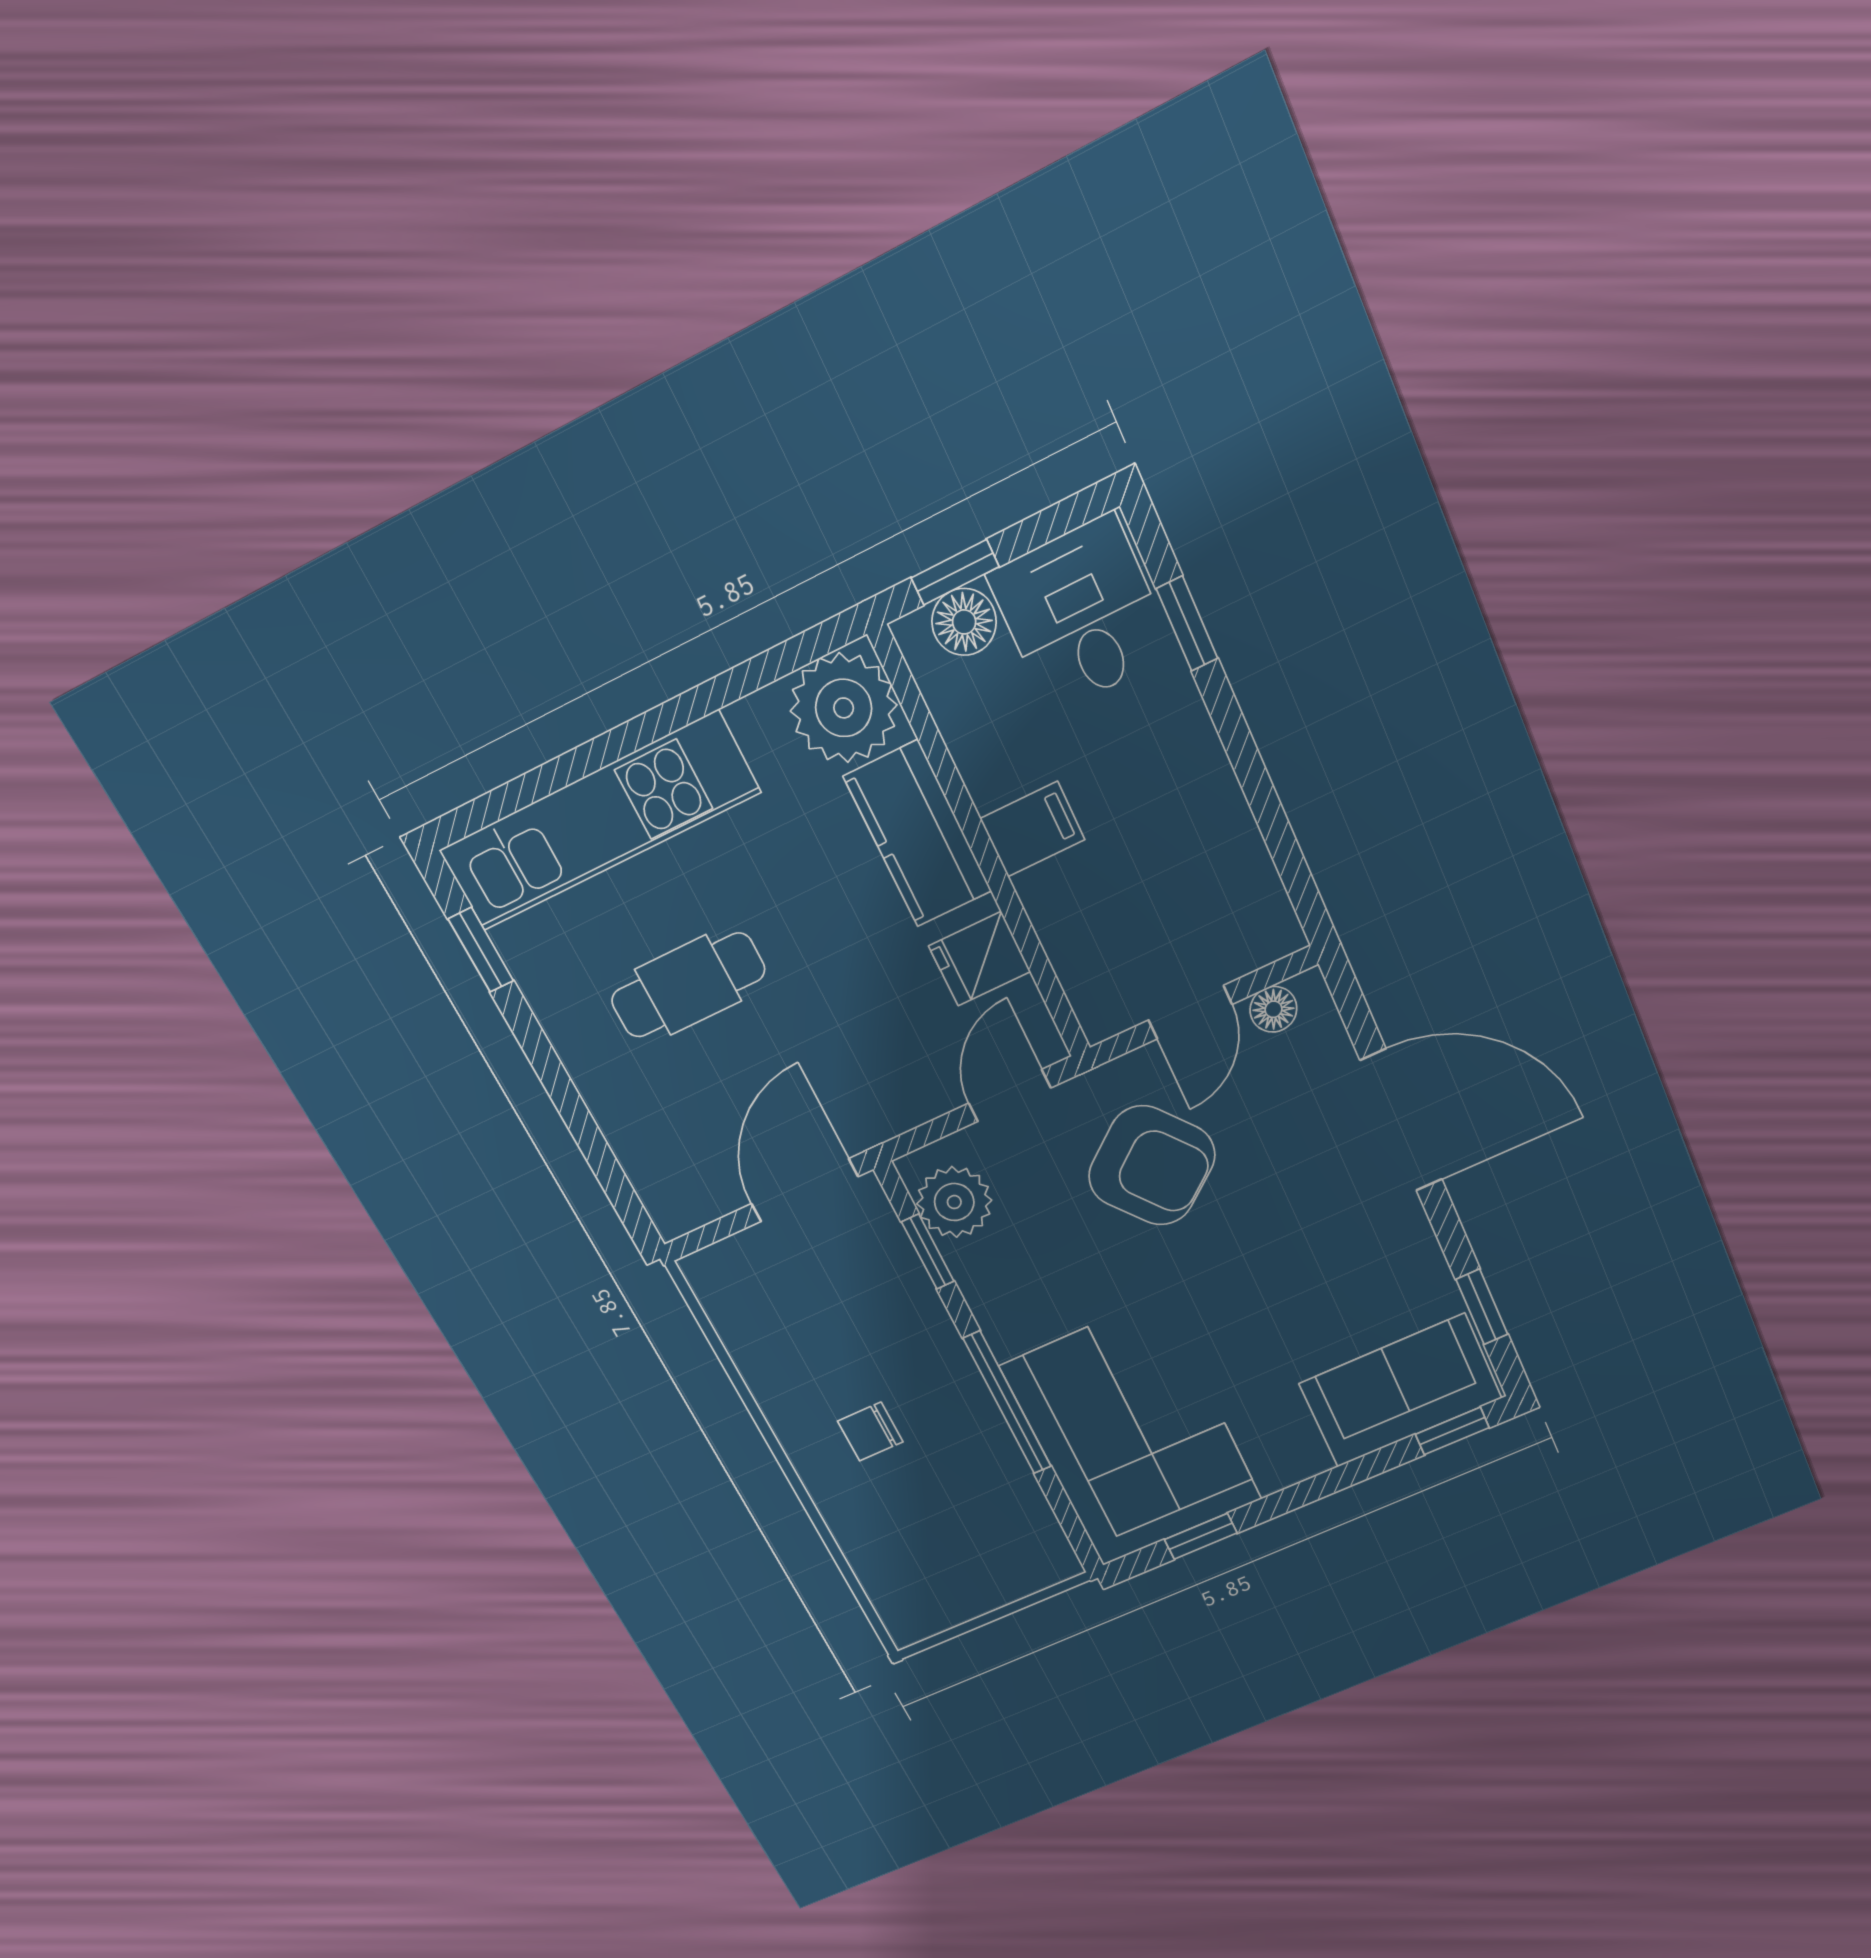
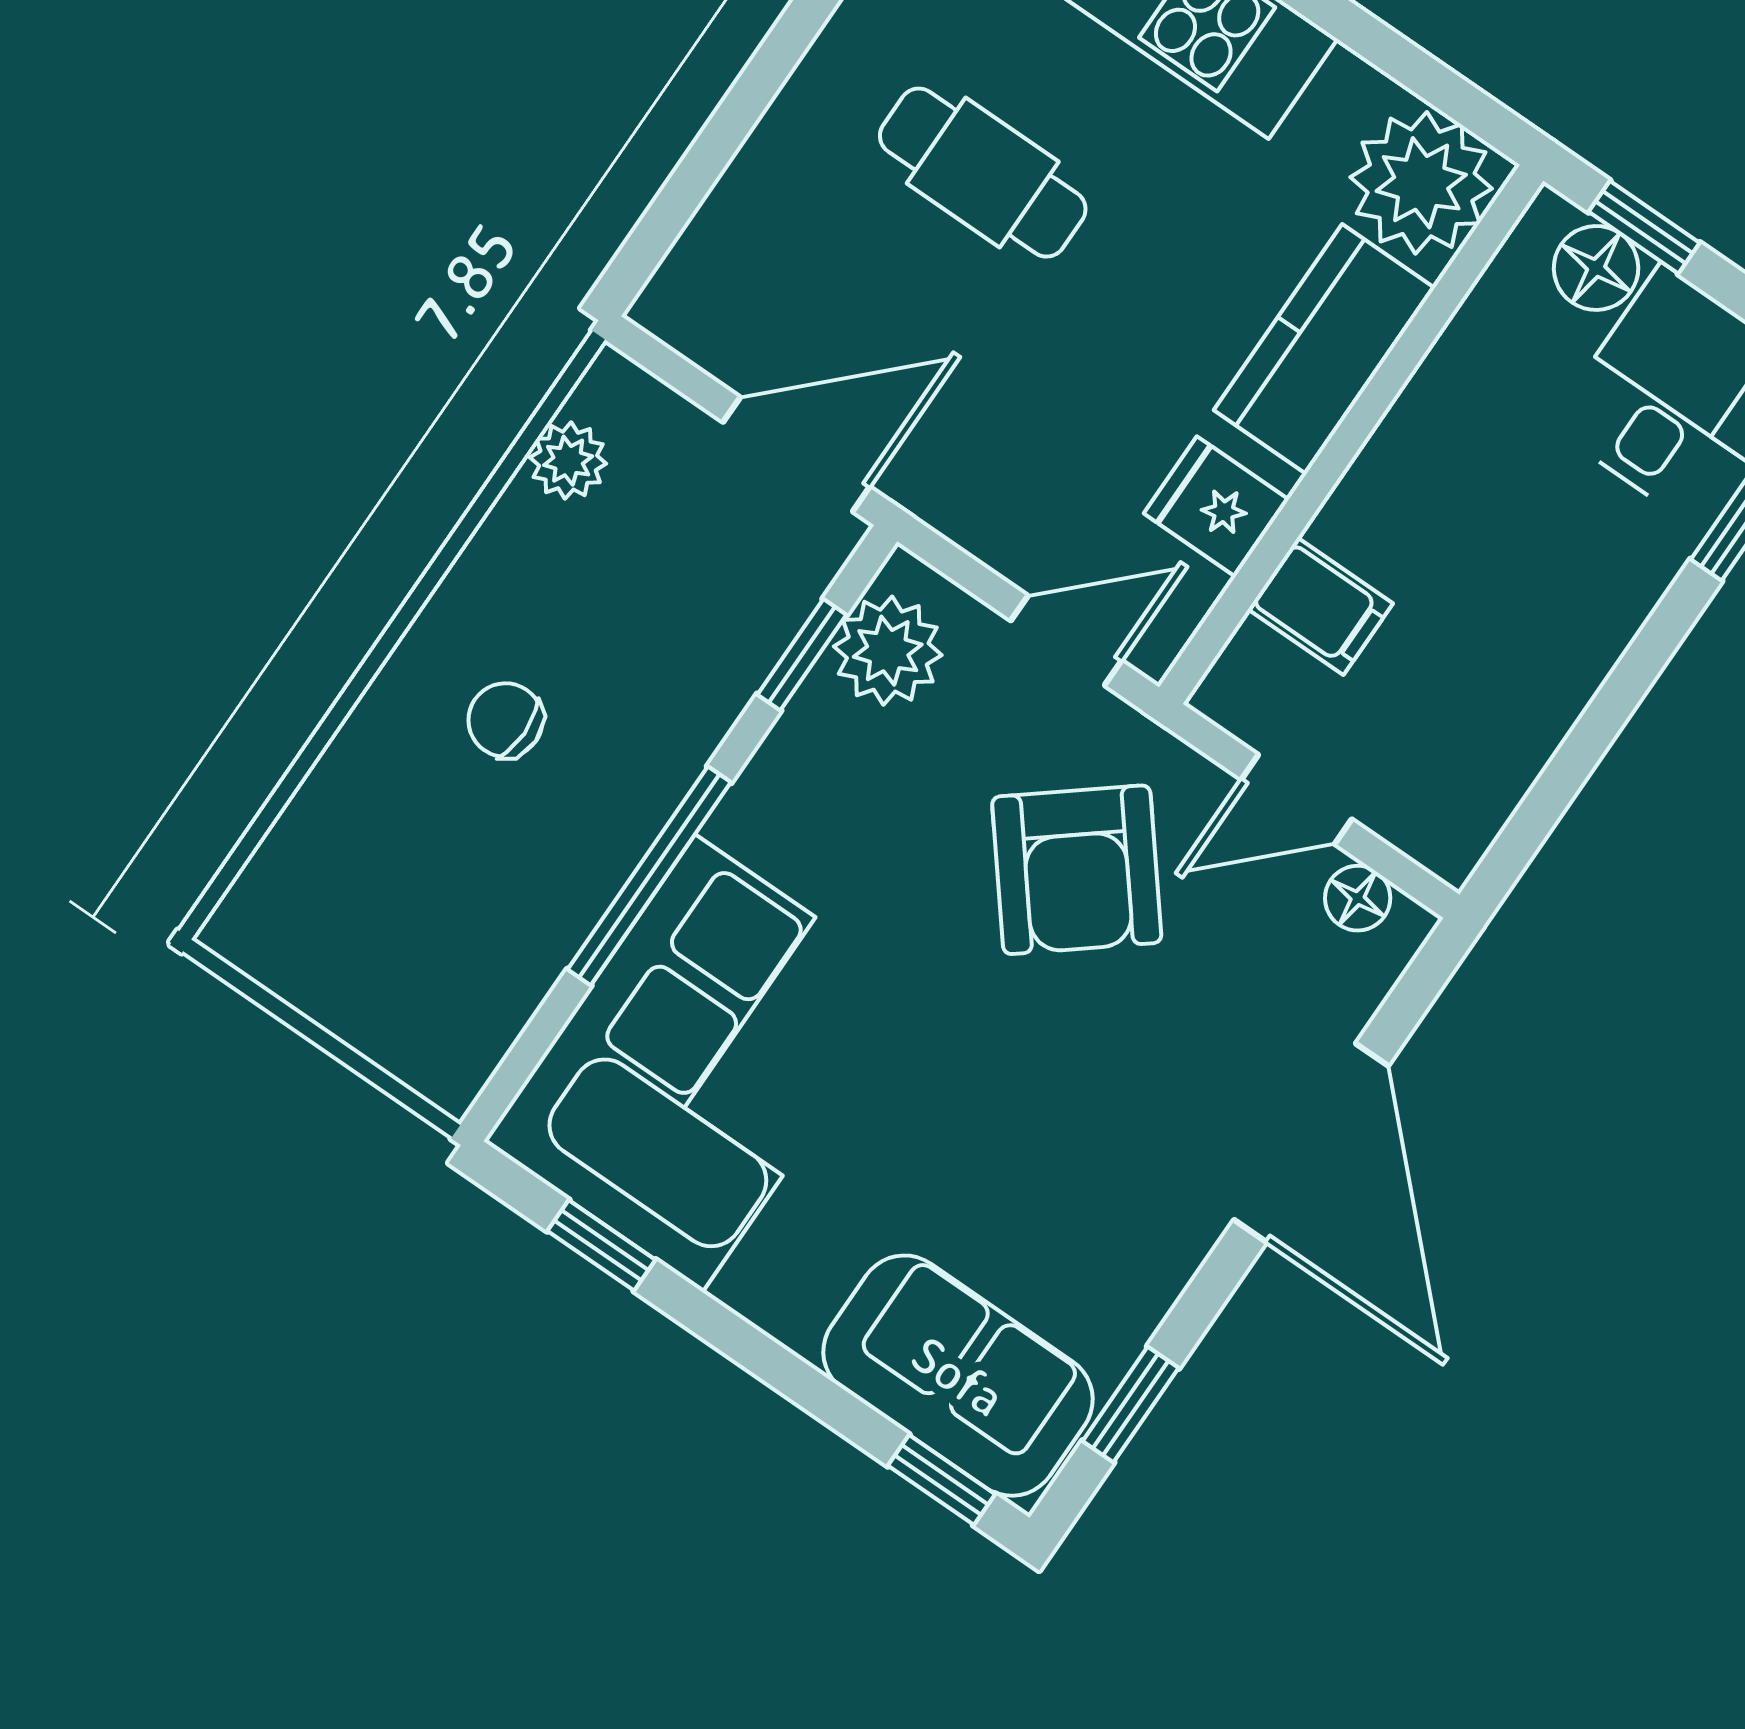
filing cabinet: (1032, 829) -> (1320, 606), moved
plant: (736, 1319) -> (568, 461), added

